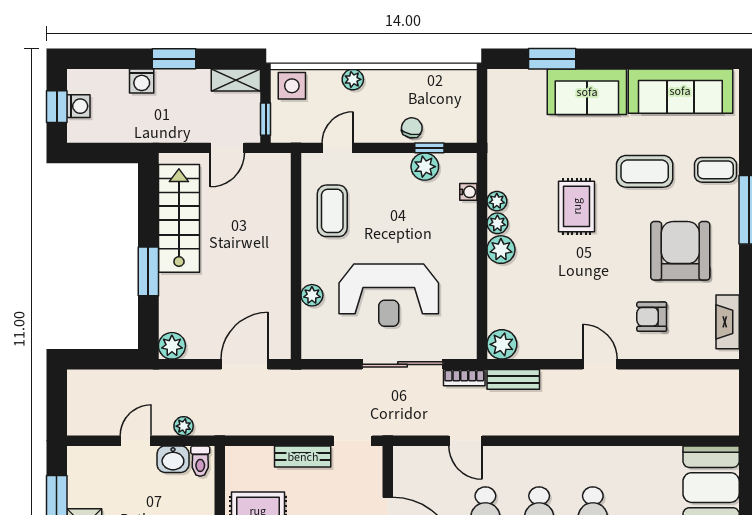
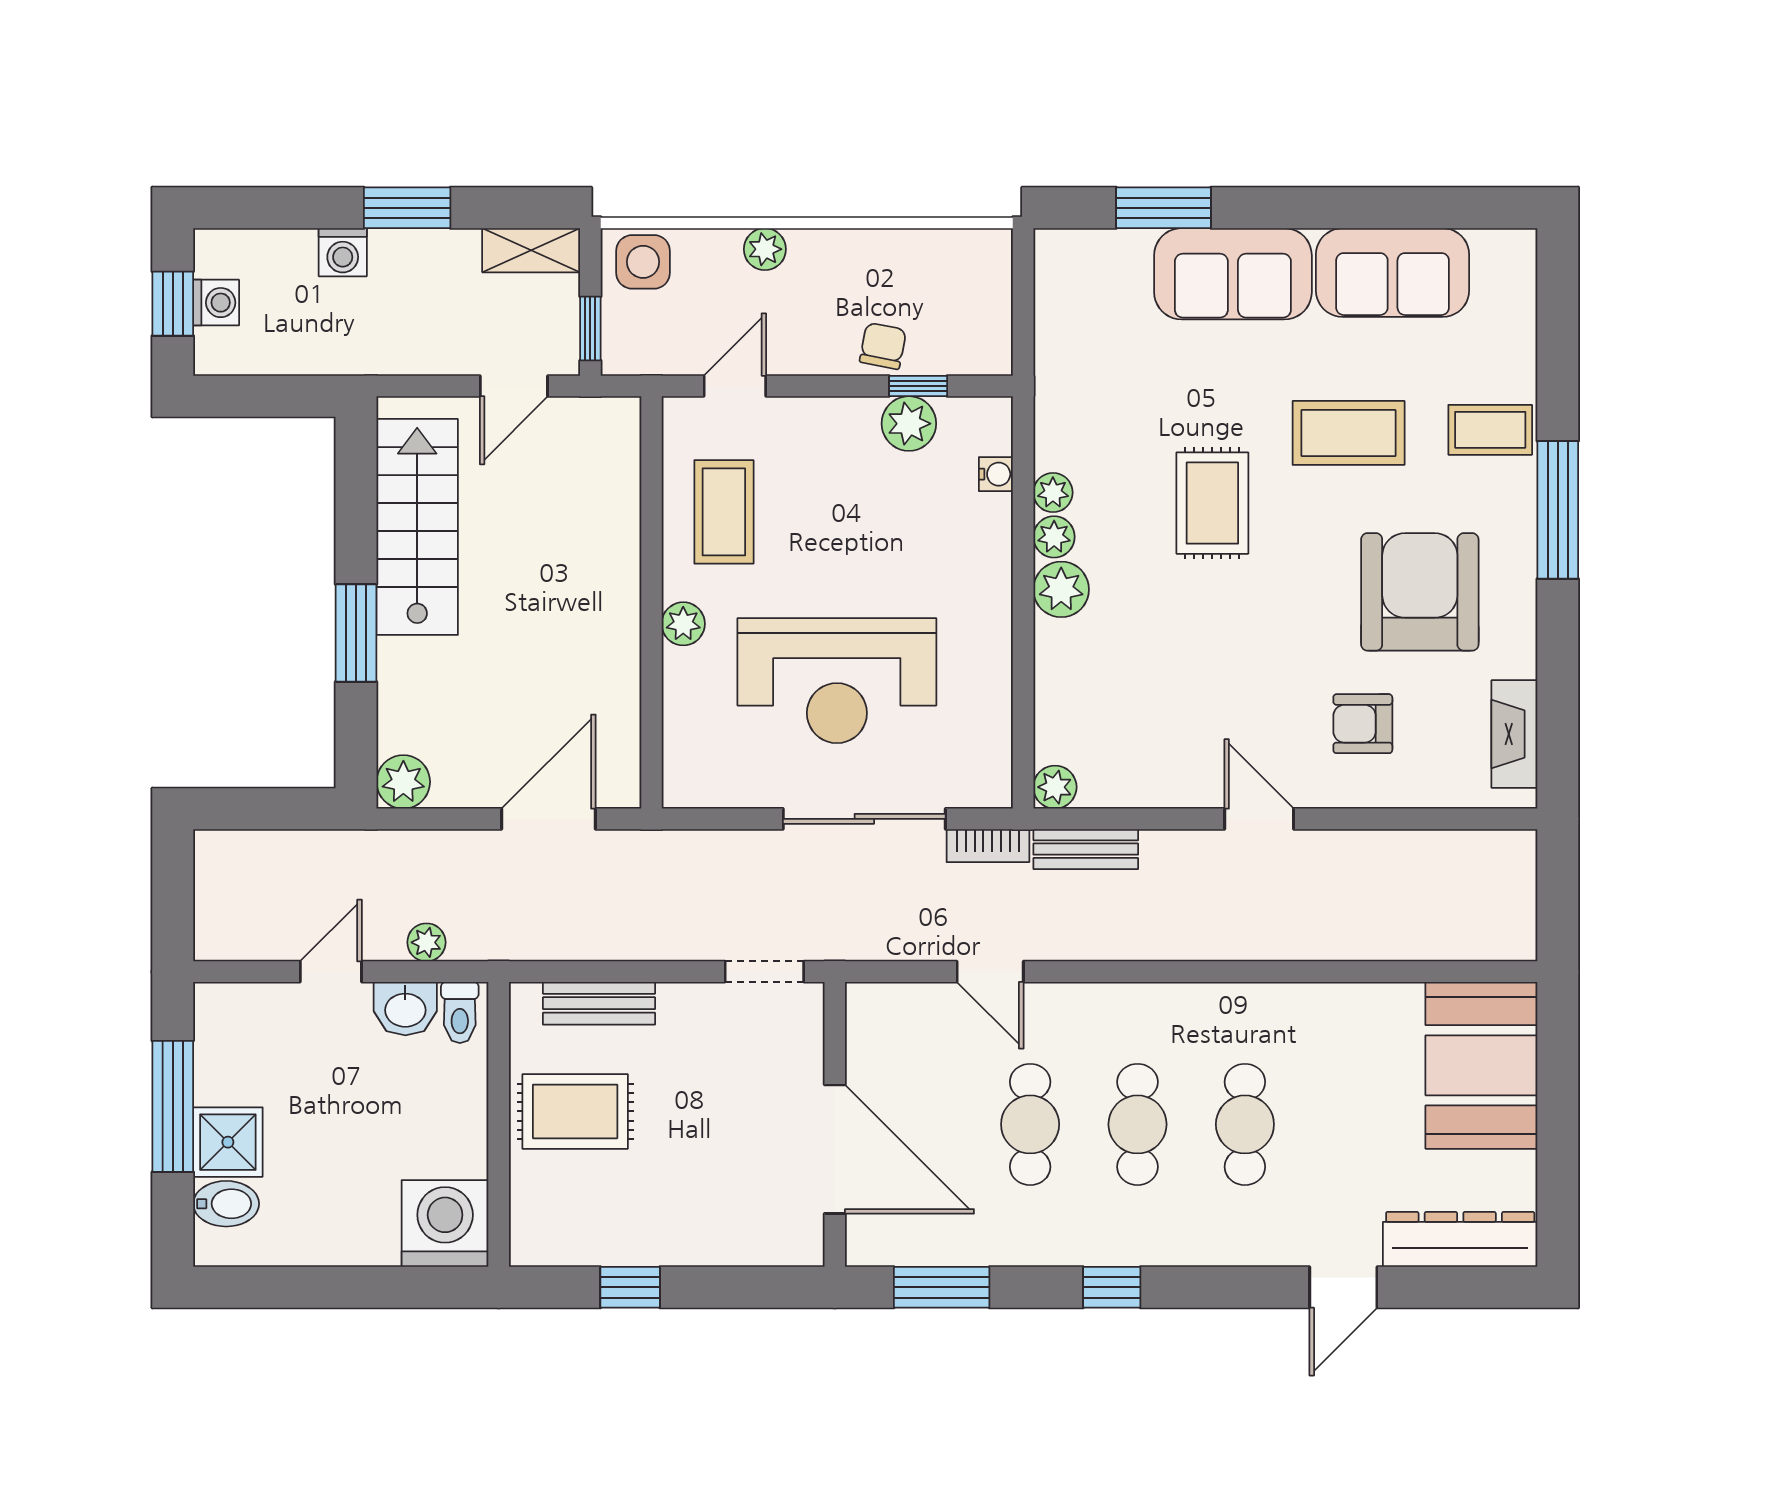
sofa: (680, 91) -> (1393, 273), width x0.73
plant: (312, 295) -> (683, 624), moved
plant: (502, 344) -> (1055, 787), width x0.73, depth x0.73
bench: (303, 457) -> (599, 1003), moved

